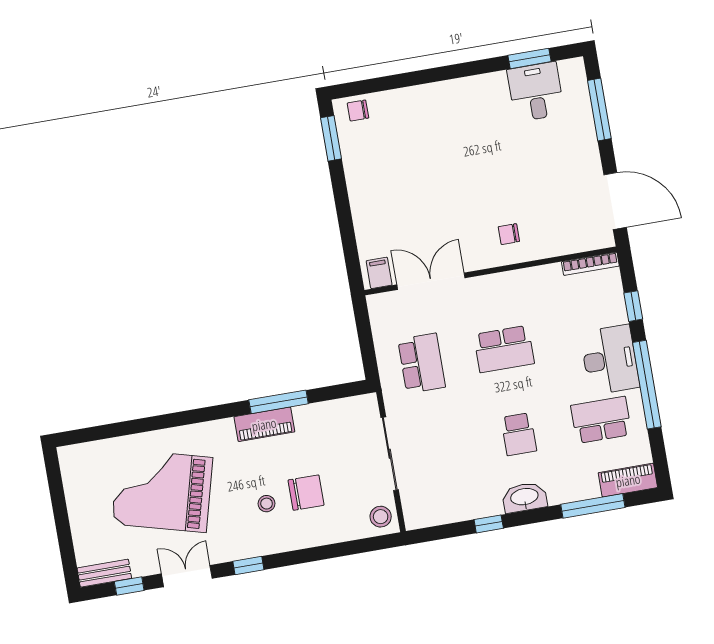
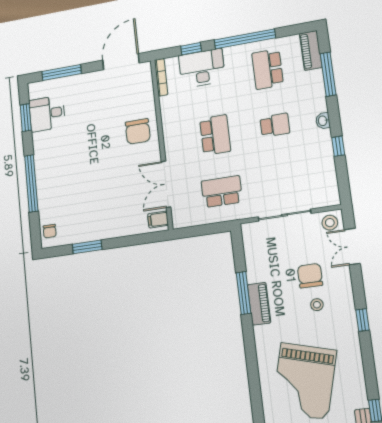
window: (429, 76) -> (31, 183), added
window: (331, 138) -> (87, 247), moved
chair: (509, 234) -> (138, 131), width x1.87, depth x1.87
desk: (610, 360) -> (202, 68), moved
washbasin: (524, 497) -> (323, 121), width x0.52, depth x0.69
double door: (187, 576) -> (352, 247), moved

